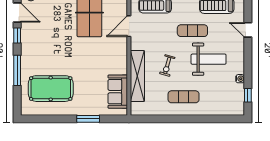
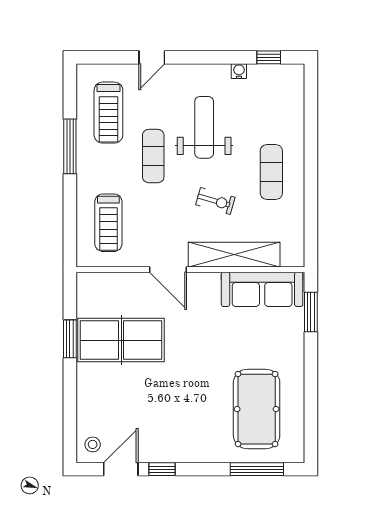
door: (129, 26) -> (168, 270), moved
window: (17, 70) -> (257, 469), moved
sofa: (118, 92) -> (262, 289), width x1.36
window: (88, 119) -> (311, 312), moved

